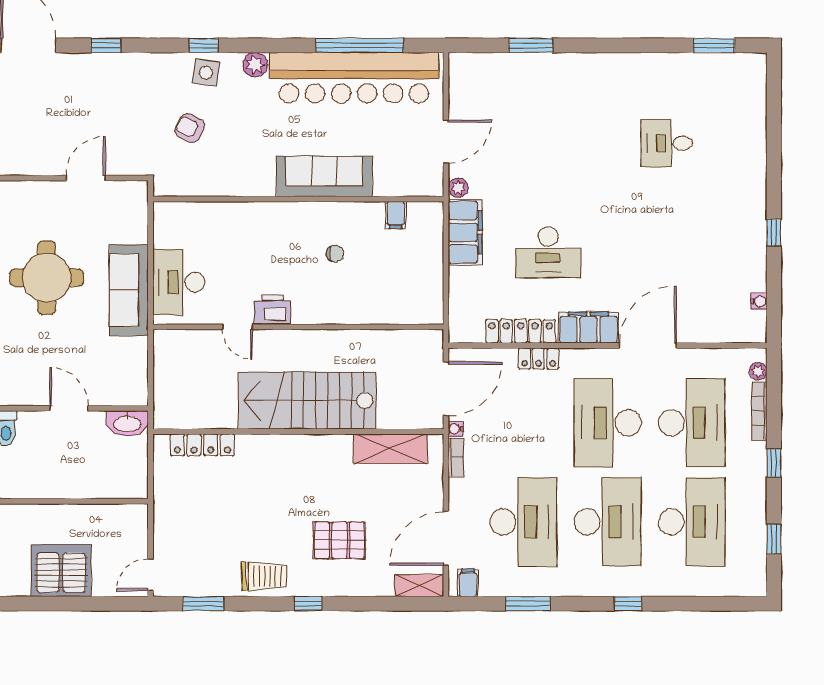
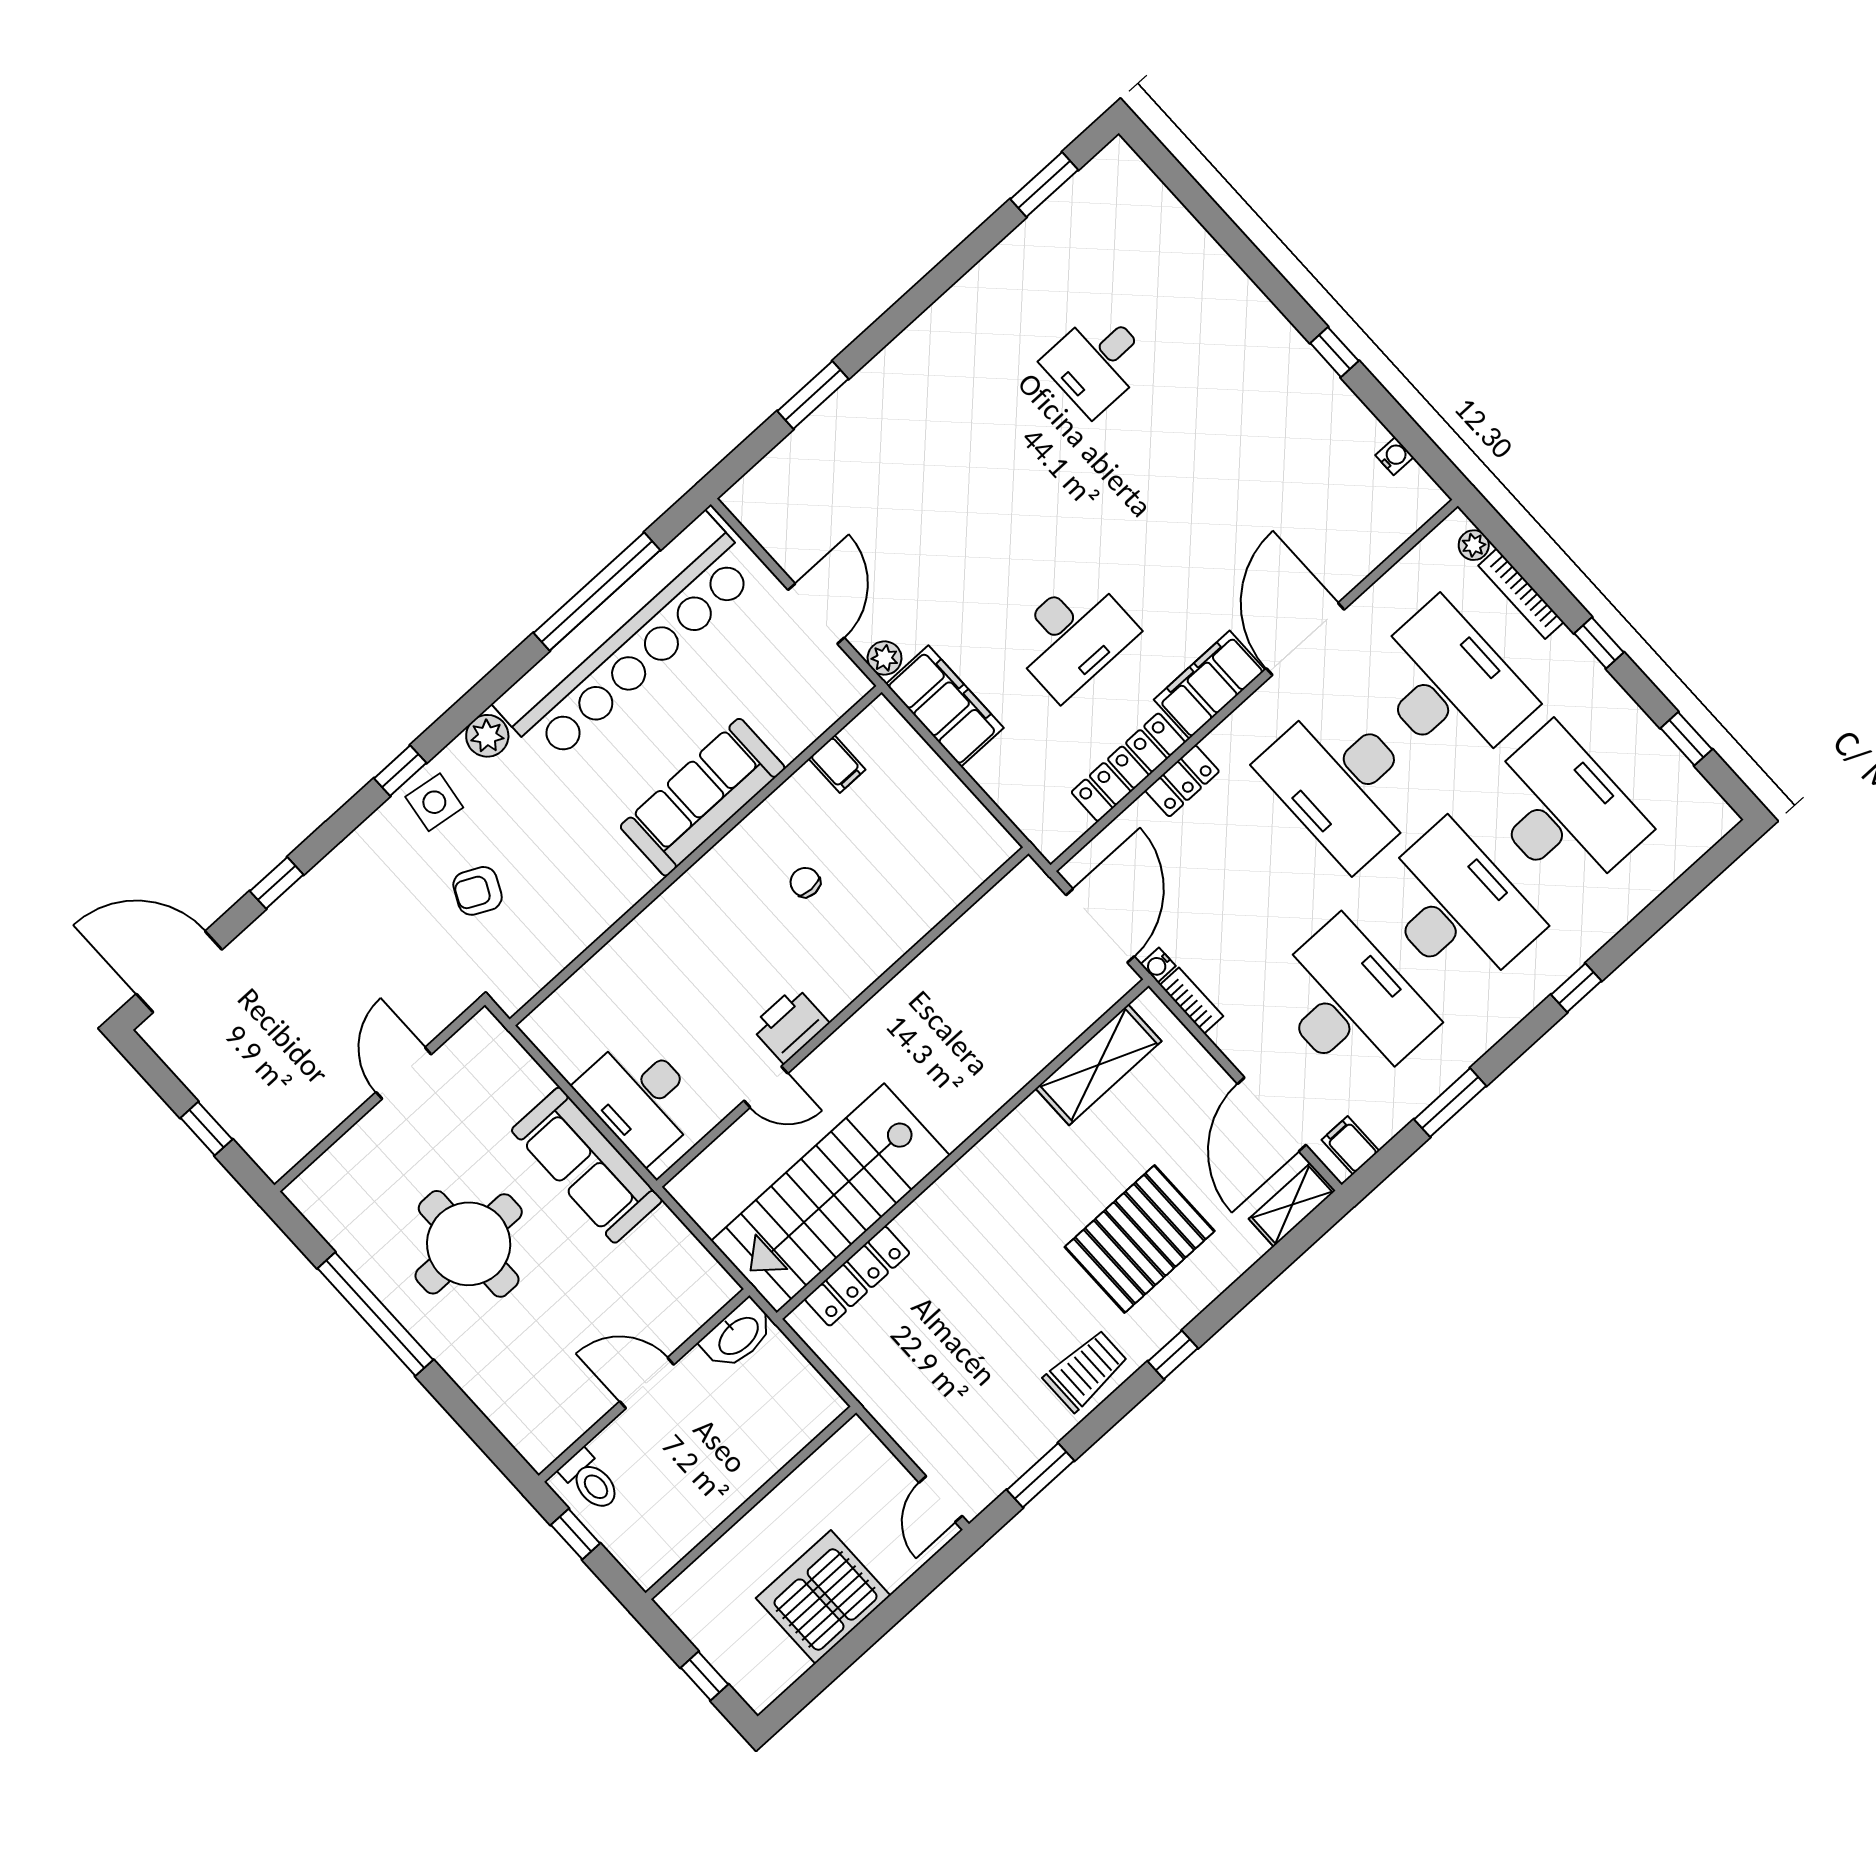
chair: (335, 254) -> (805, 882), turned -90
stairs: (307, 401) -> (830, 1198), moved
pallet: (339, 540) -> (1140, 1239), width x1.37, depth x1.41

